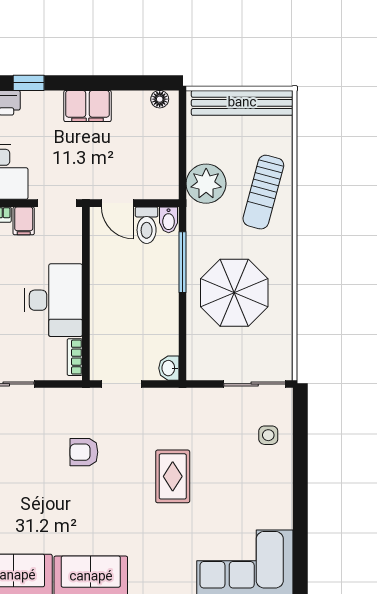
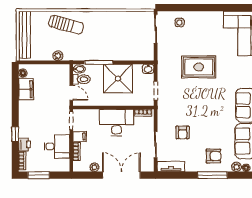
filing cabinet: (88, 106) -> (26, 89), moved
plant: (206, 184) -> (58, 56), width x0.53, depth x0.53
door: (117, 203) -> (71, 93), hinge flipped
parasol: (234, 293) -> (113, 38), removed
shower: (148, 303) -> (118, 79), added
armchair: (84, 452) -> (183, 132), moved
rug: (173, 476) -> (199, 67), width x1.36, depth x1.43

